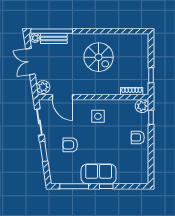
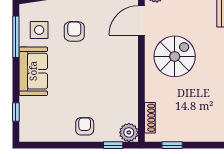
spiral stairs: (99, 57) -> (175, 56), moved, turned 180
side table: (98, 116) -> (39, 30), moved
window: (106, 186) -> (16, 112), moved

